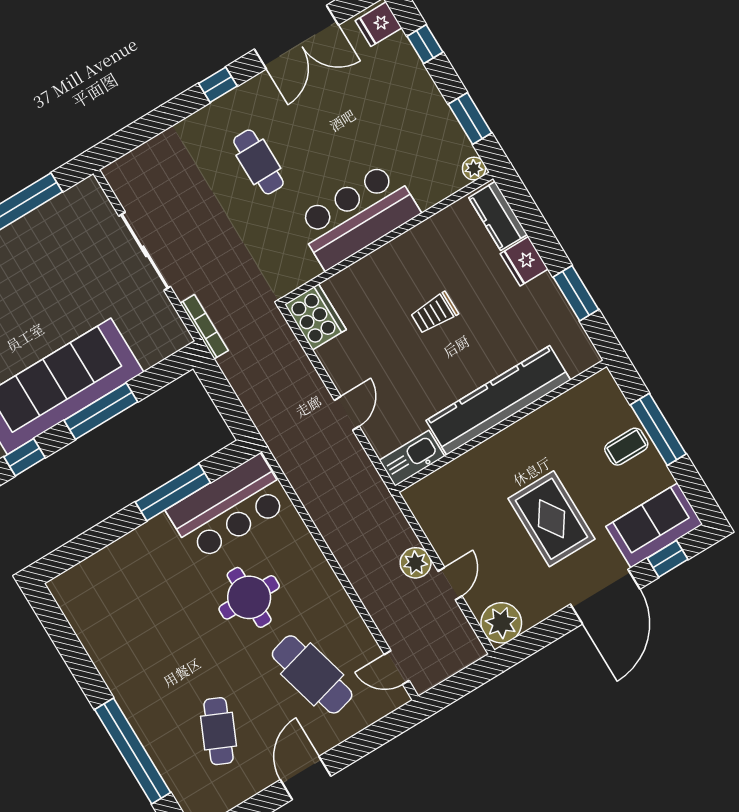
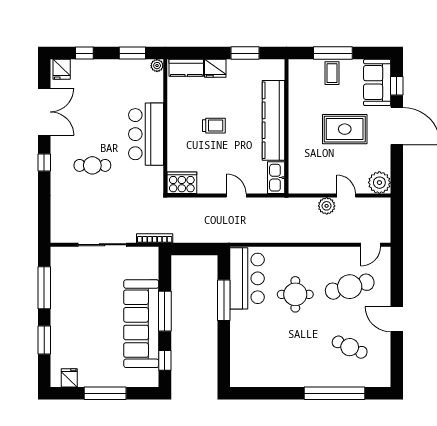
trolley: (434, 313) -> (214, 126), turned -90

